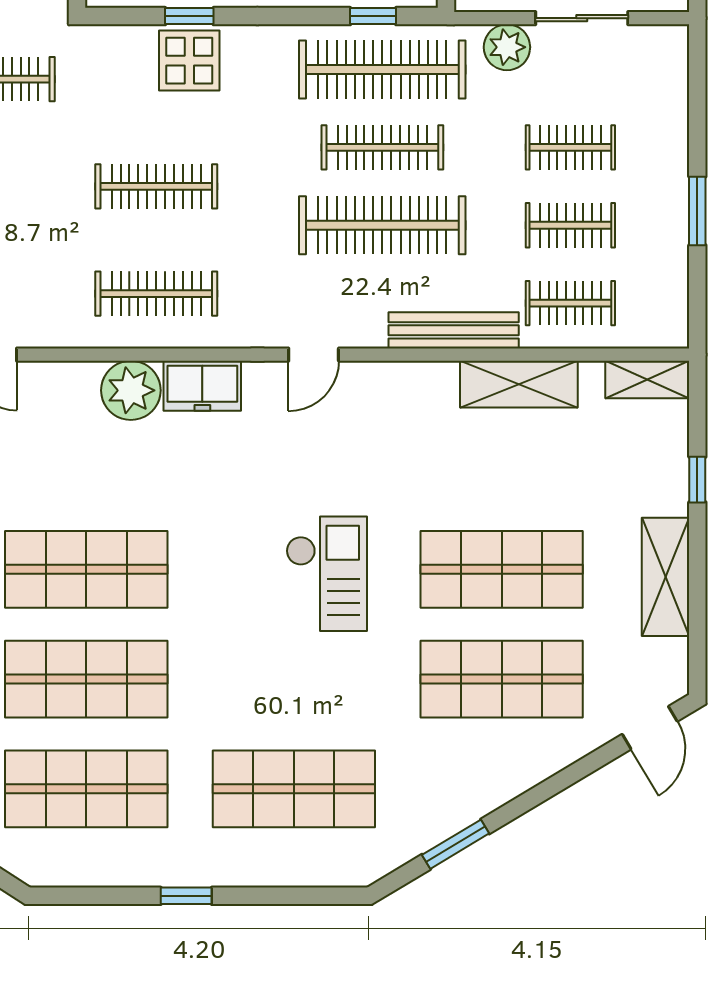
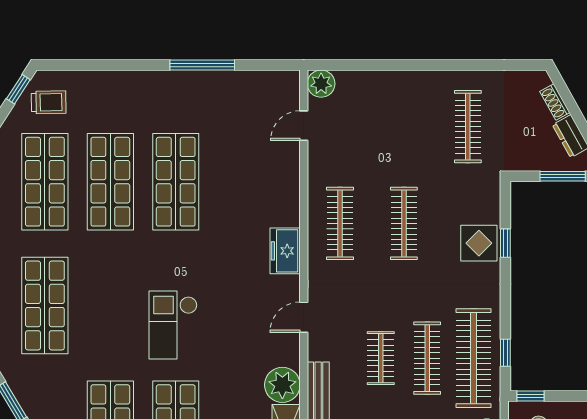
clothes rail: (382, 225) -> (381, 358), width x0.54, depth x0.76
door: (314, 355) -> (304, 317), hinge flipped
plant: (131, 390) -> (282, 385), moved
checkout: (327, 574) -> (173, 325), turned 90

